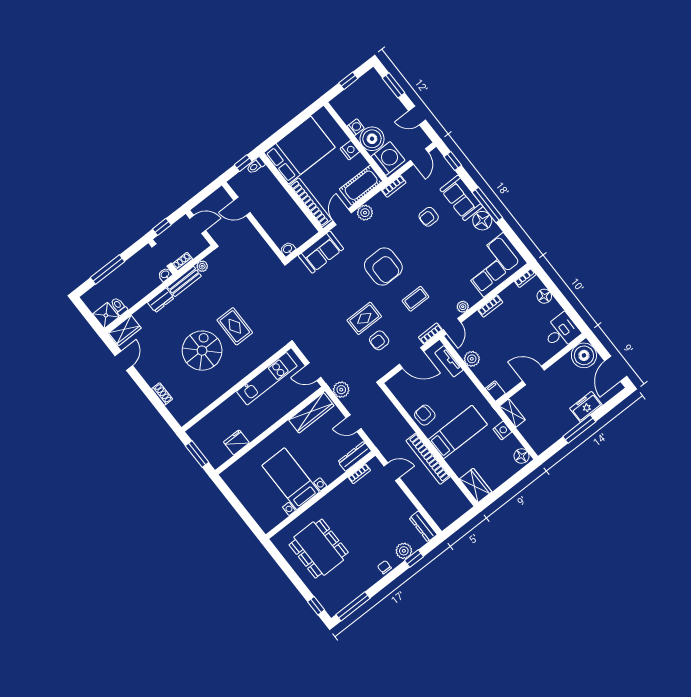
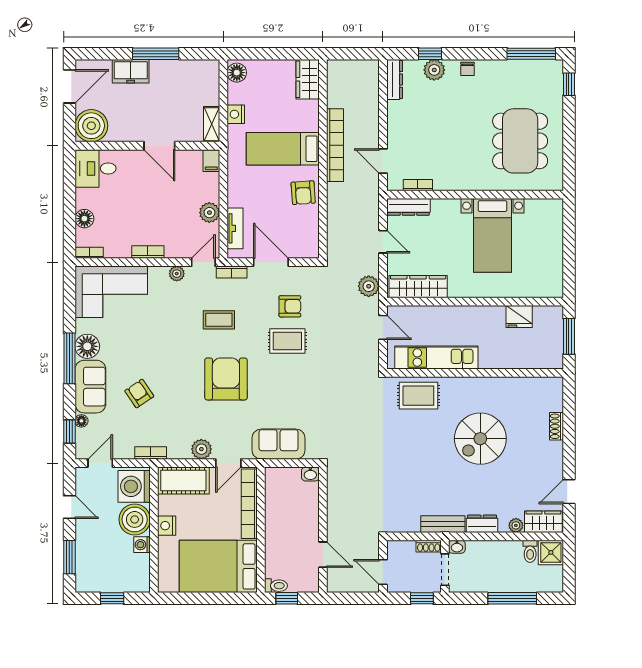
floor lamp: (451, 173) -> (81, 421), added
armchair: (429, 217) -> (139, 394), turned -124
plant: (202, 266) -> (516, 525), moved
rug: (235, 326) -> (418, 396), moved, turned 90

